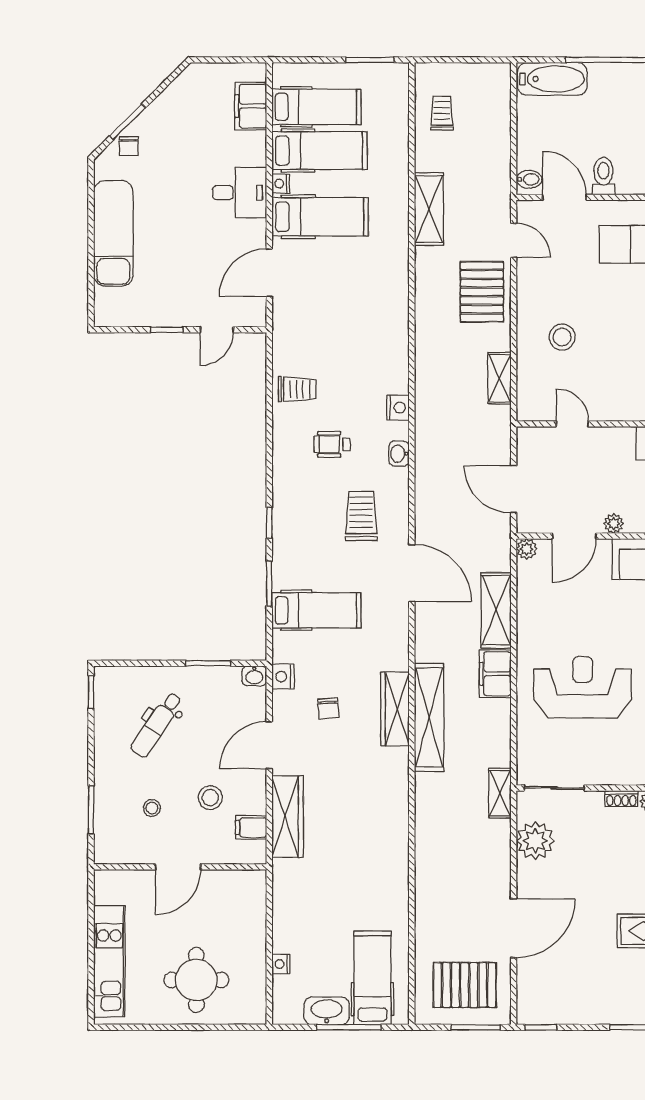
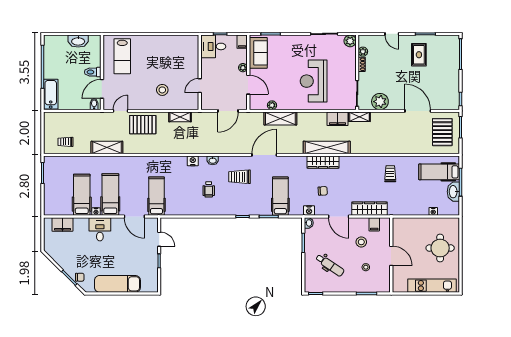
hospital bed: (316, 107) -> (156, 196), moved
trolley: (297, 389) -> (390, 174), moved
plant: (527, 549) -> (272, 105), moved
filing cabinet: (495, 674) -> (338, 119), moved

